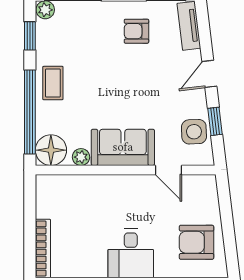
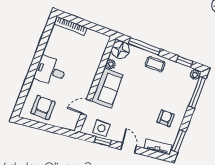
window: (30, 112) -> (144, 46), width x0.68

